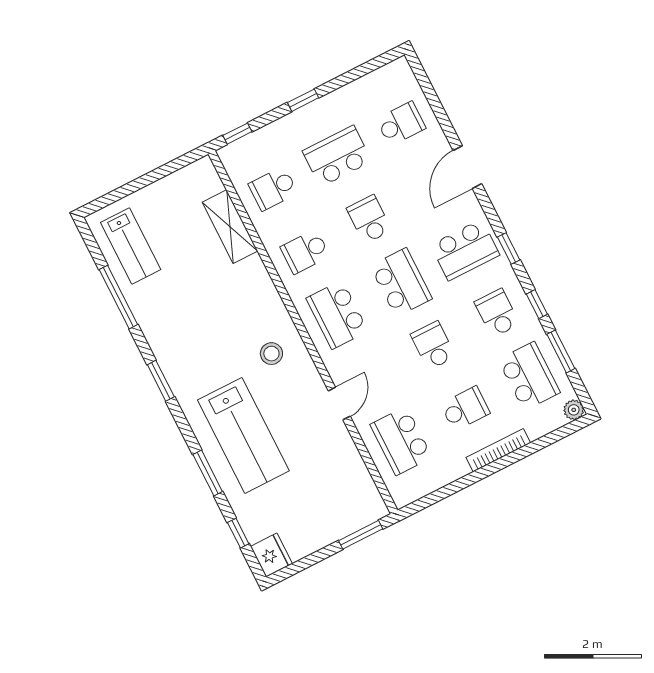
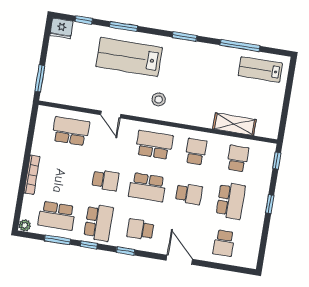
school desk: (465, 250) -> (140, 229), width x0.54
school desk: (497, 313) -> (99, 223), width x1.85
school desk: (465, 409) -> (64, 173), removed

